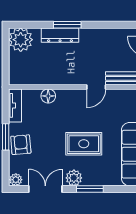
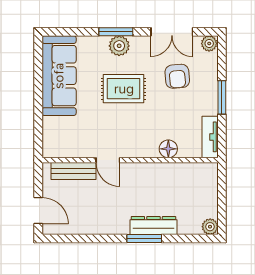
plant: (21, 40) -> (210, 227), width x0.53, depth x0.53
door: (96, 87) -> (108, 160), swing flipped
armchair: (21, 145) -> (177, 76), moved
plant: (74, 178) -> (119, 46), moved

